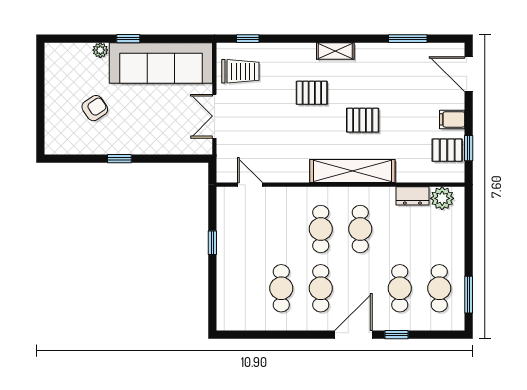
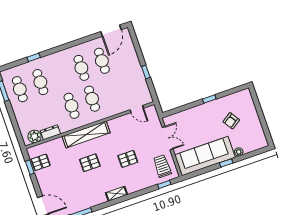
trolley: (240, 71) -> (162, 166), turned 90
pallet: (312, 93) -> (128, 159), moved
filing cabinet: (452, 119) -> (44, 179), removed
door: (353, 335) -> (111, 31), moved

